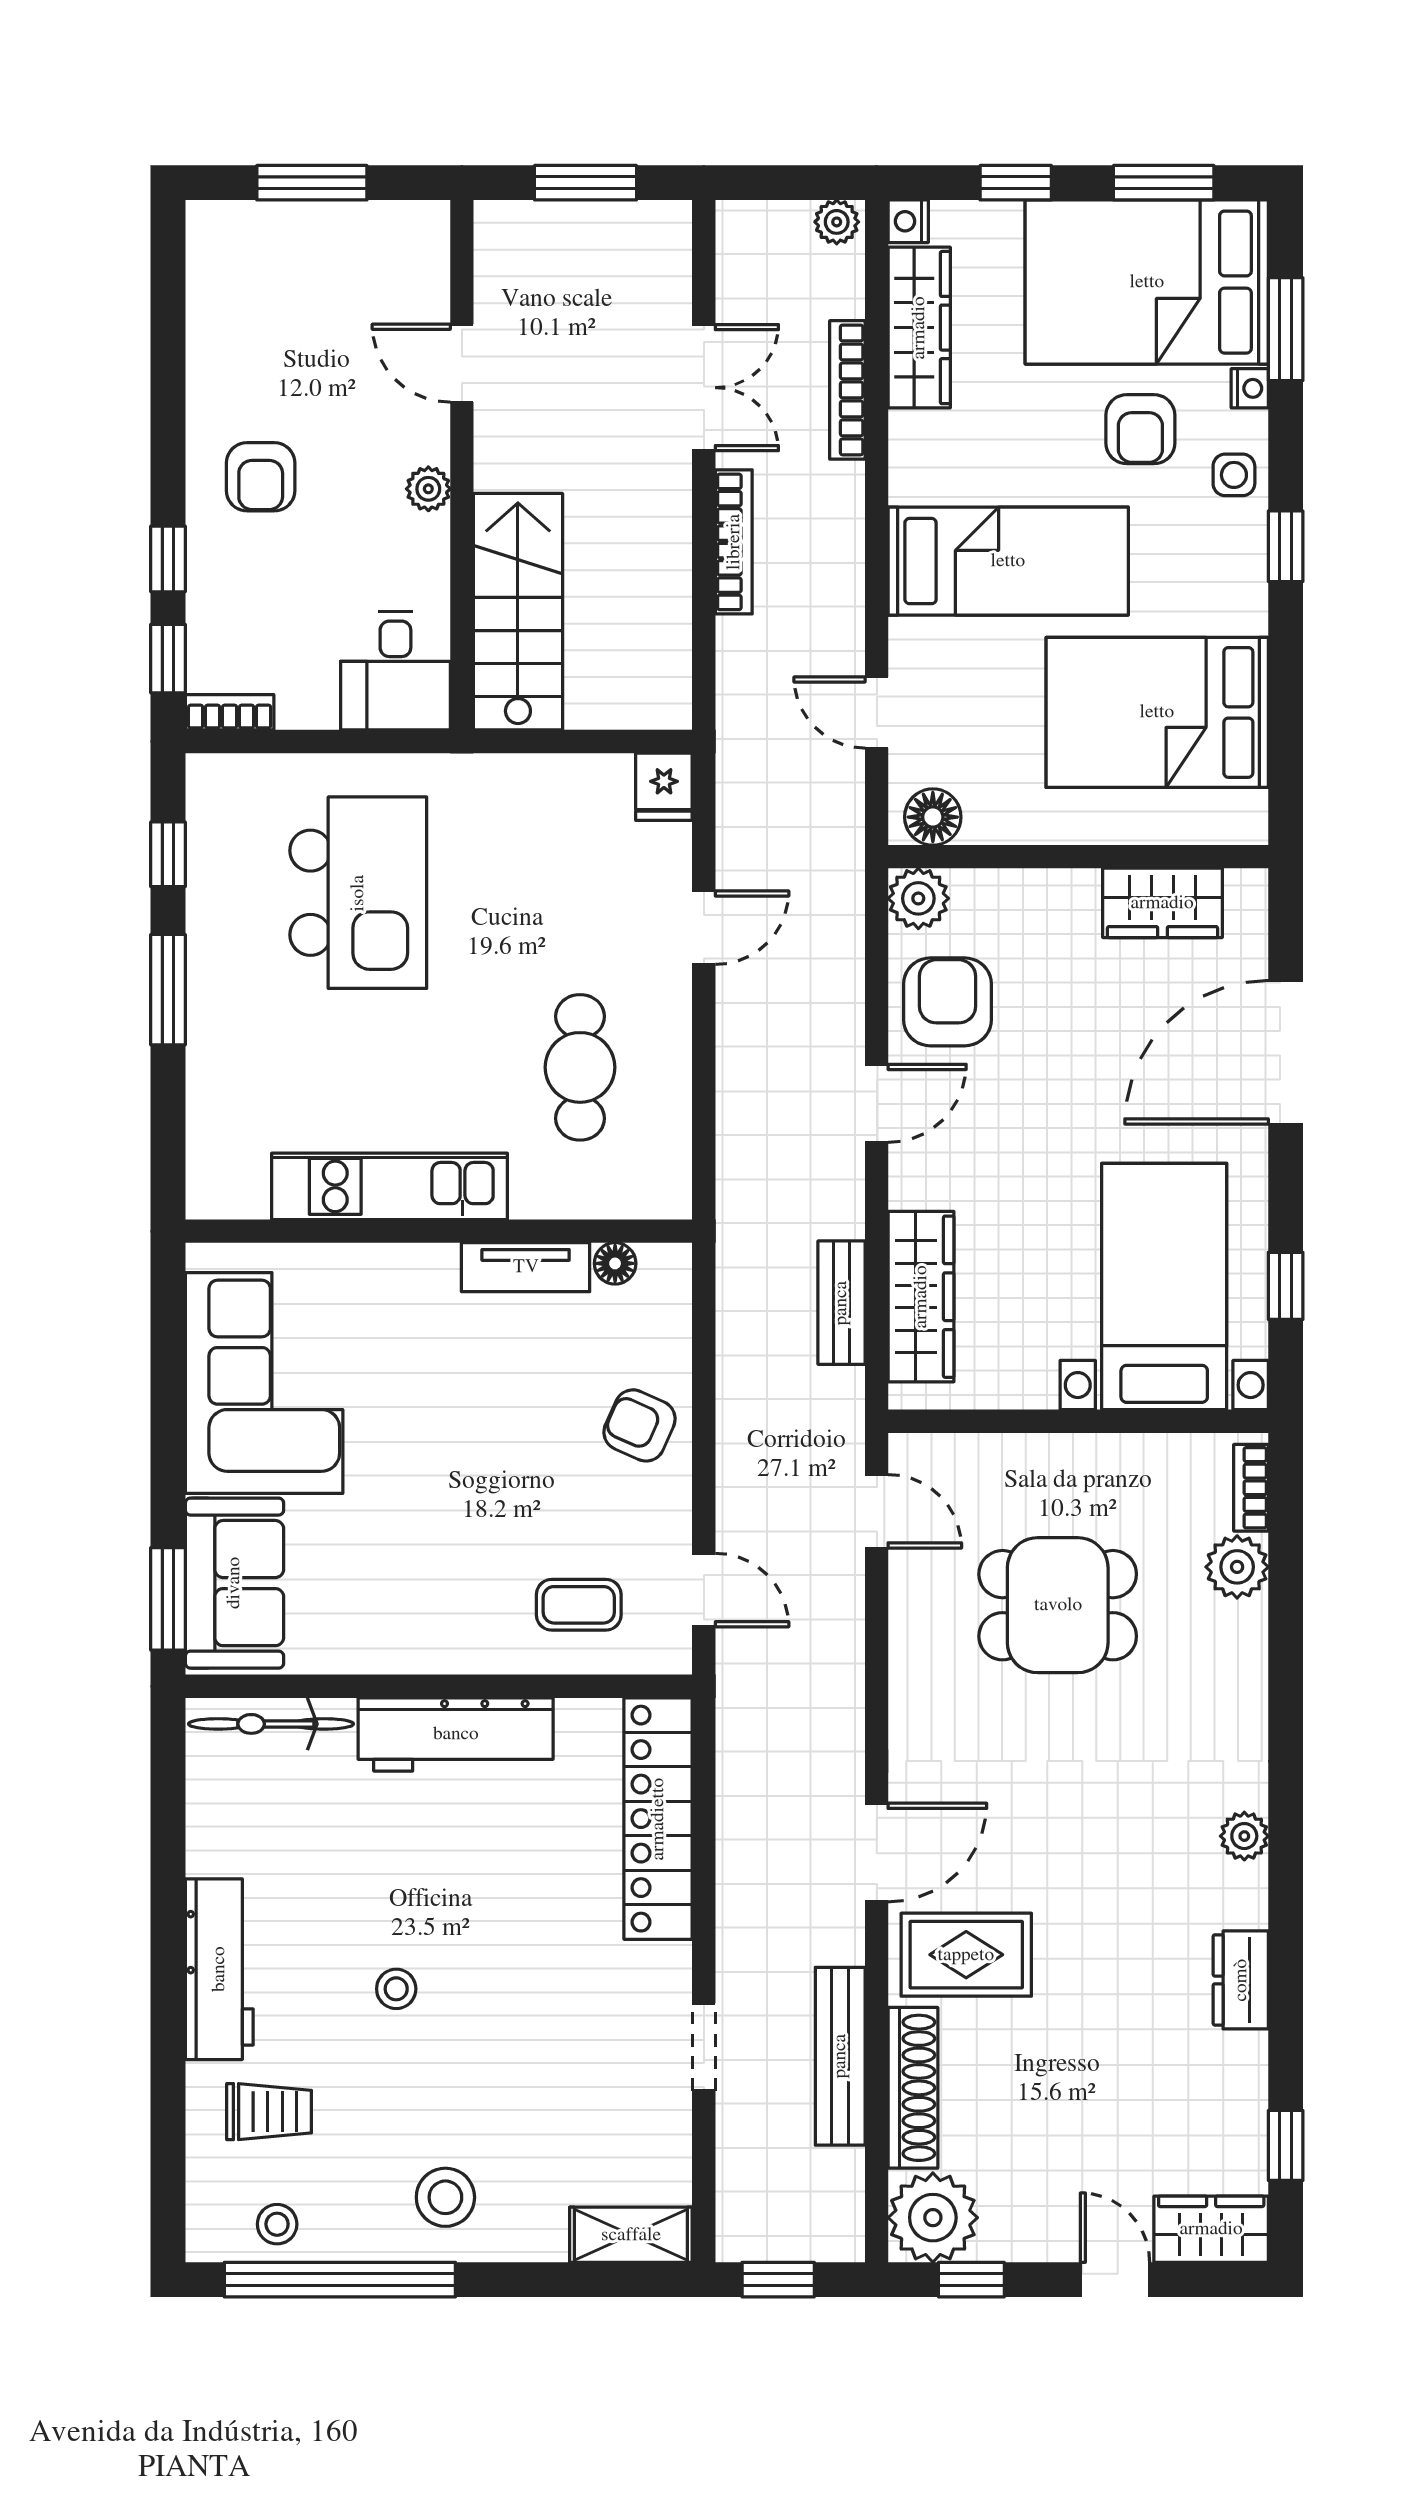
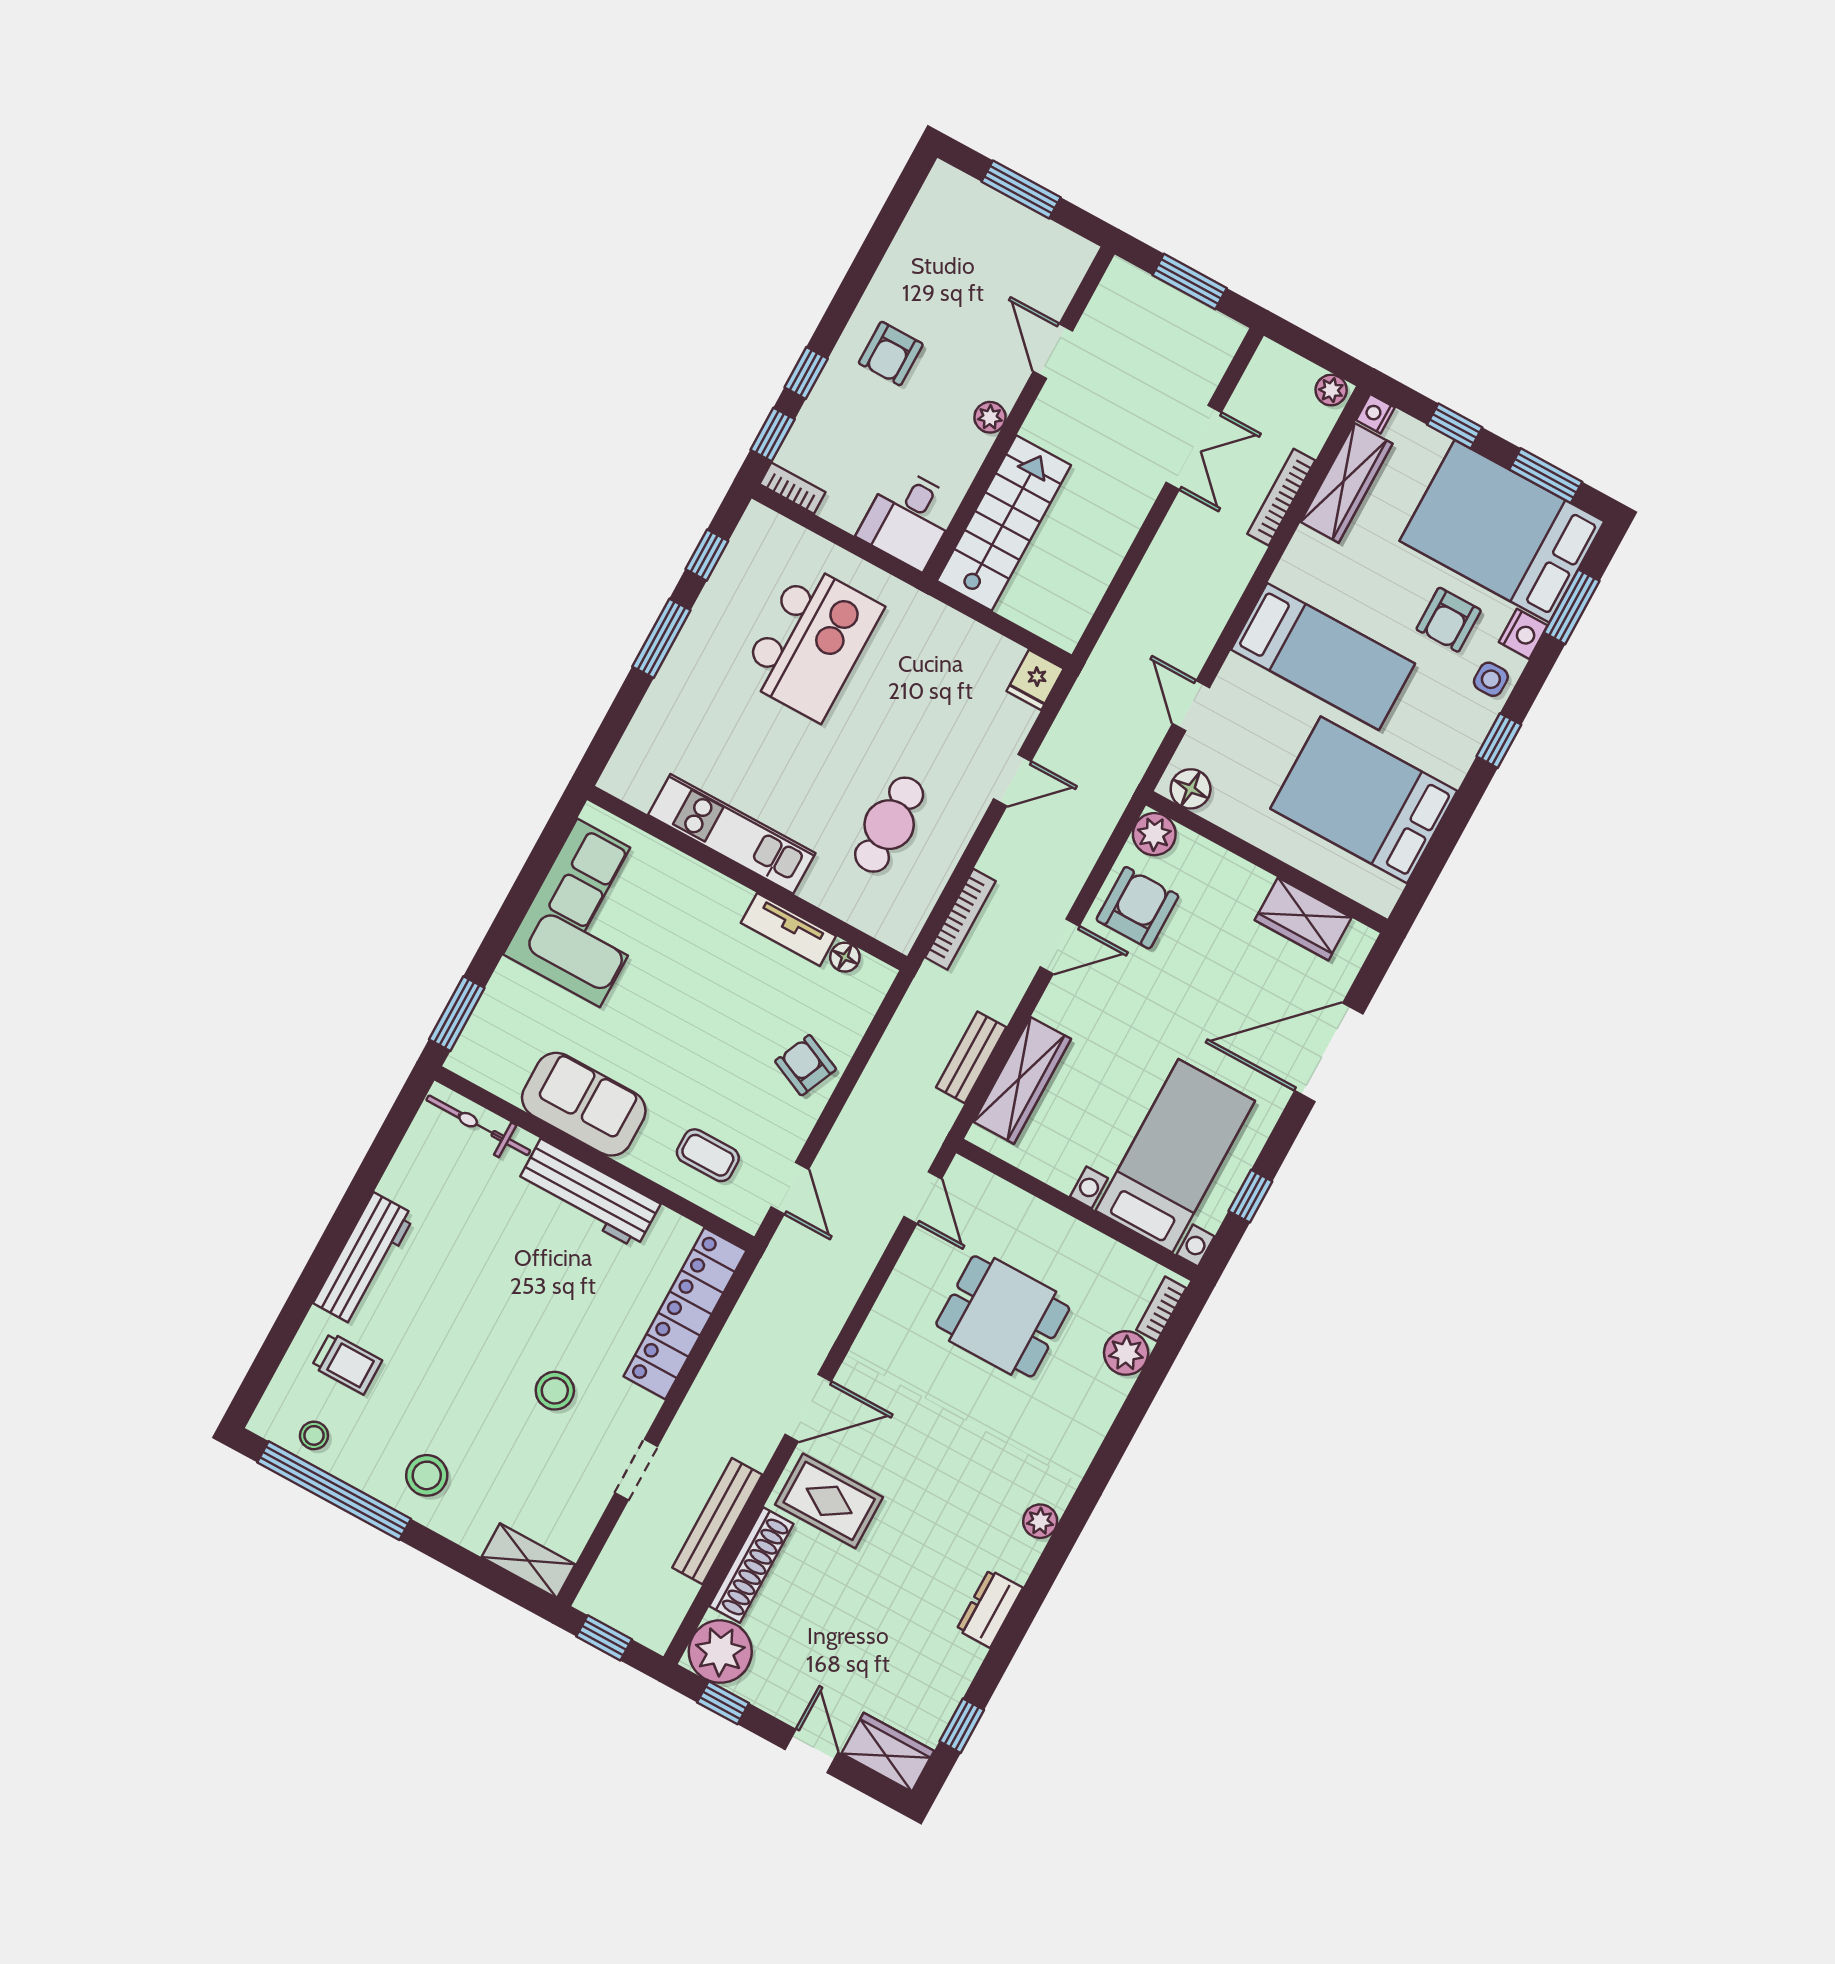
nightstand: (1250, 388) -> (1523, 634), width x1.39, depth x1.35
bookcase: (734, 542) -> (960, 919), moved
sofa: (234, 1583) -> (584, 1104), moved, turned -90
stool: (396, 1989) -> (555, 1391), moved, width x1.37, depth x1.37

